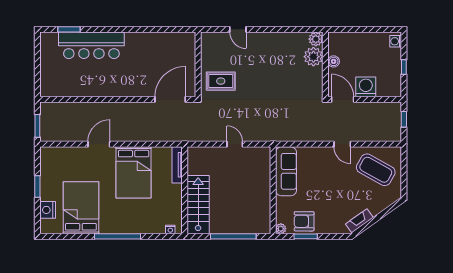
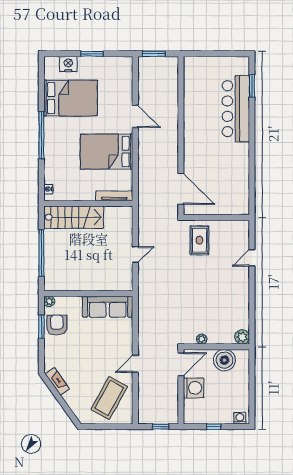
plant: (313, 57) -> (202, 339), moved, width x0.53, depth x0.53
boiler: (334, 61) -> (224, 360), width x1.86, depth x1.86

